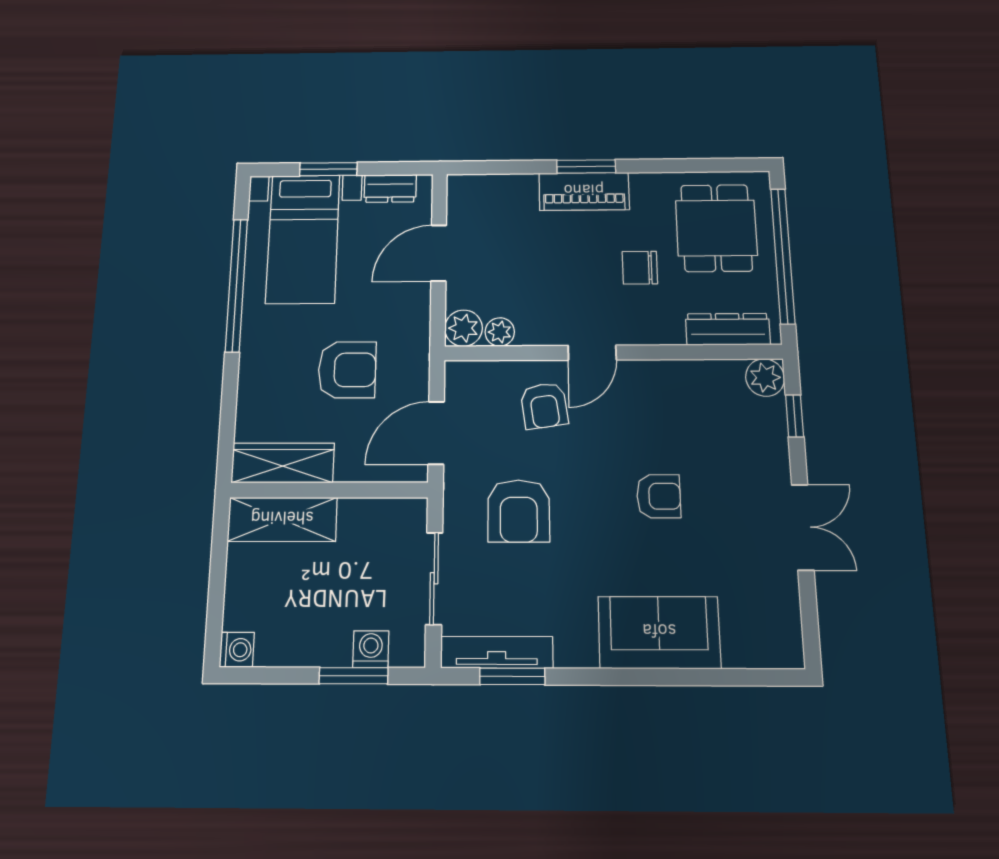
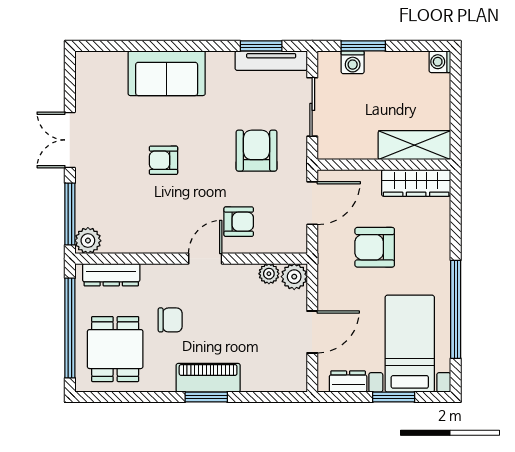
armchair: (544, 406) -> (239, 222), turned 98
window: (795, 416) -> (70, 214), width x2.17

